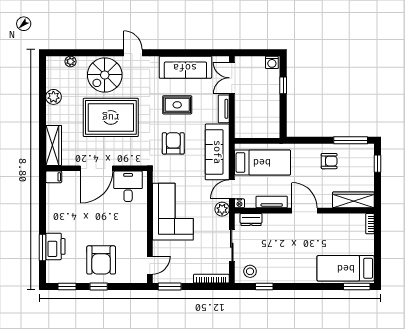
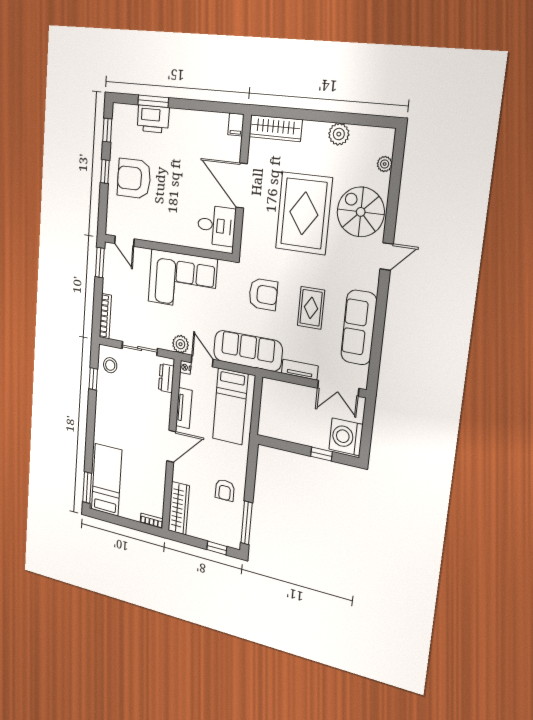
washing machine: (272, 62) -> (346, 437), width x1.89, depth x1.89
double door: (232, 78) -> (338, 388), swing flipped

